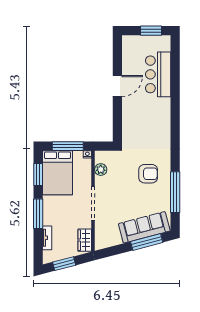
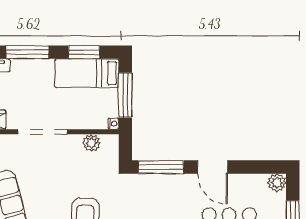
plant: (128, 41) -> (277, 183), added
window: (117, 121) -> (161, 167), added
bed: (57, 173) -> (87, 73), width x0.67

